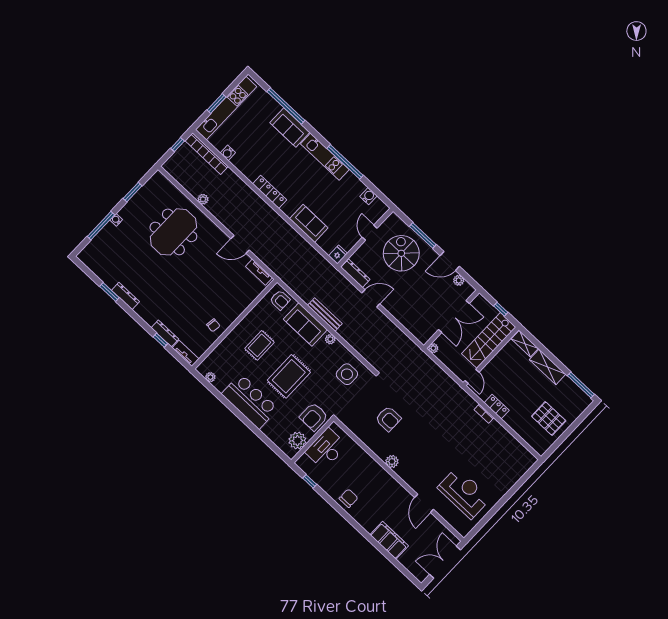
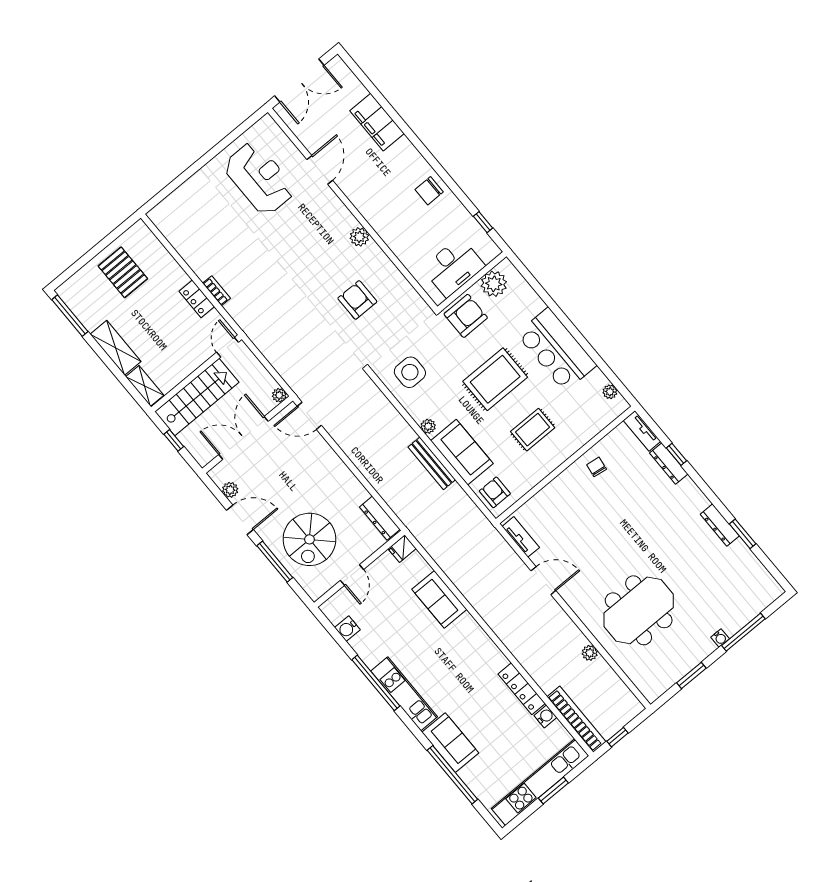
locker: (270, 192) -> (522, 689), moved
door: (371, 298) -> (309, 416), moved
reception desk: (464, 493) -> (259, 178), turned 180

